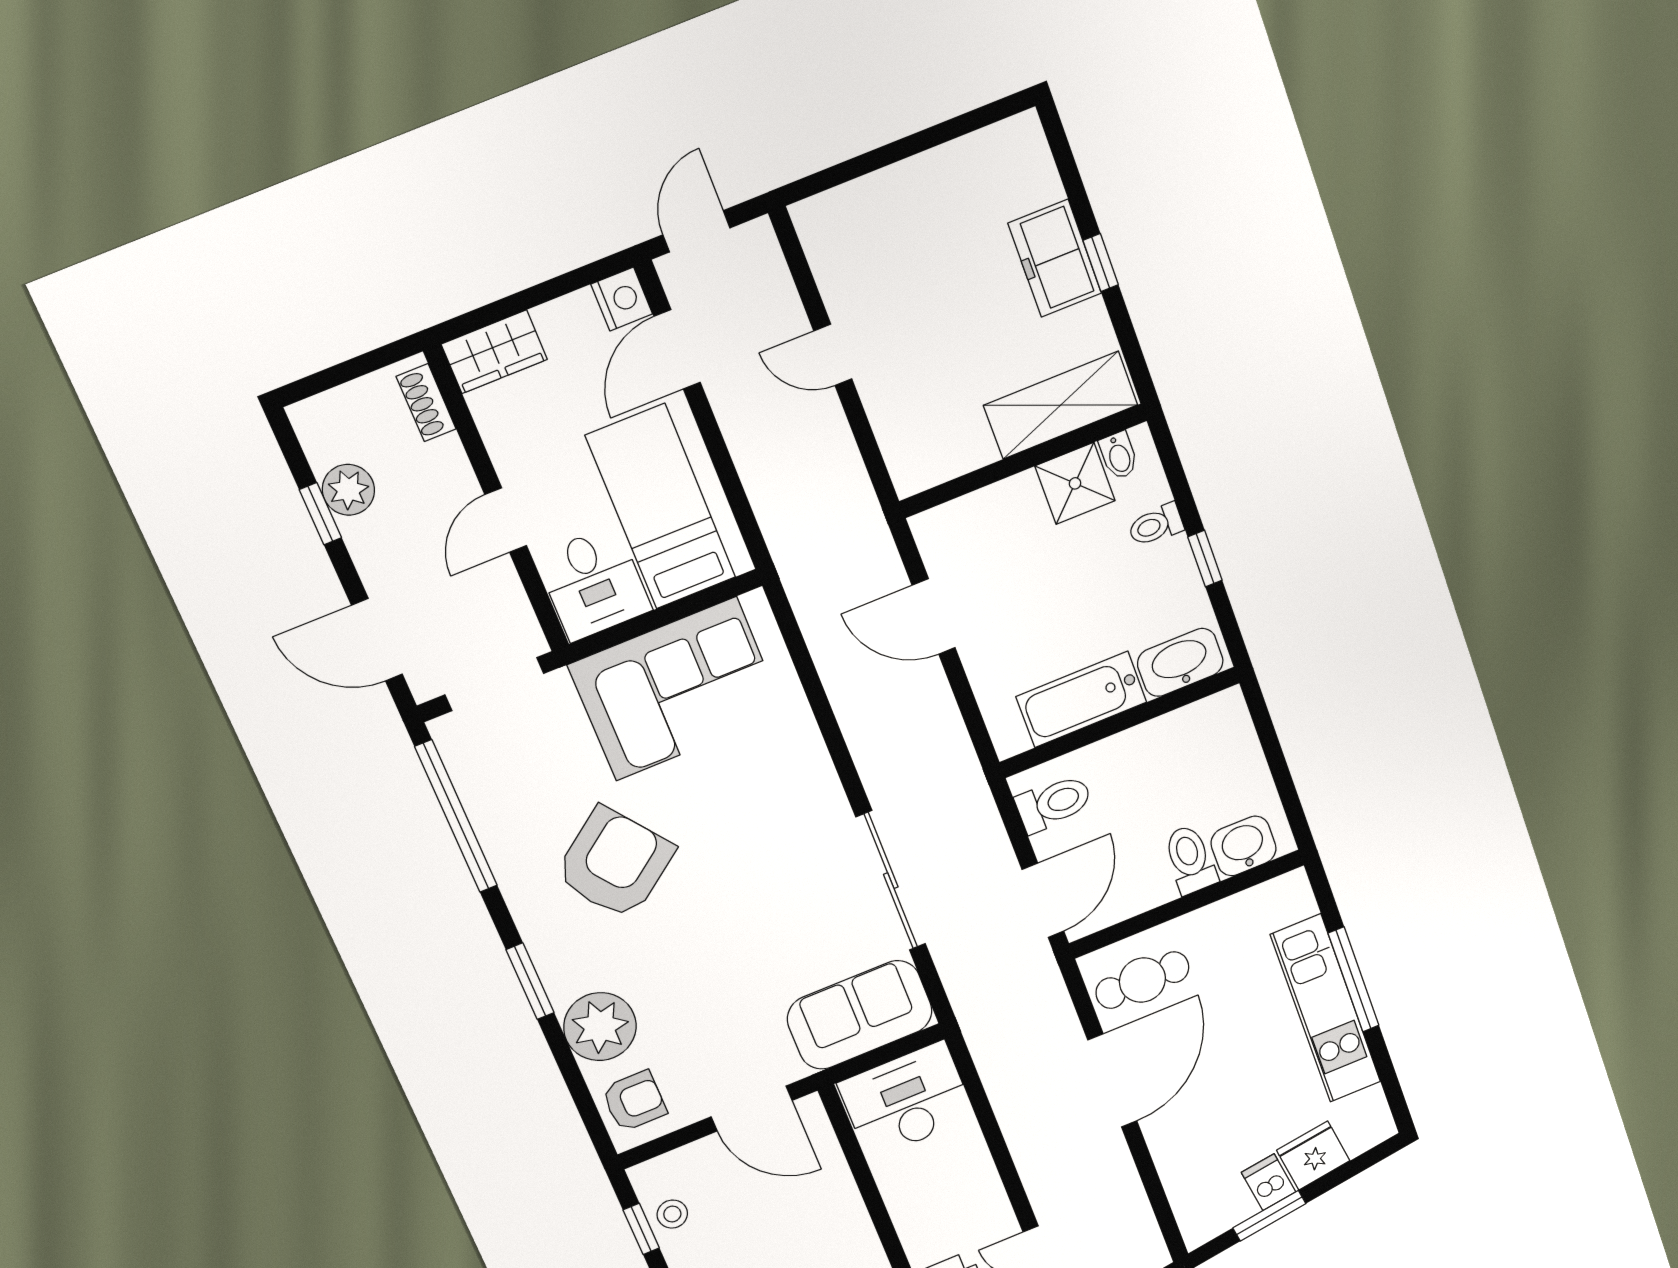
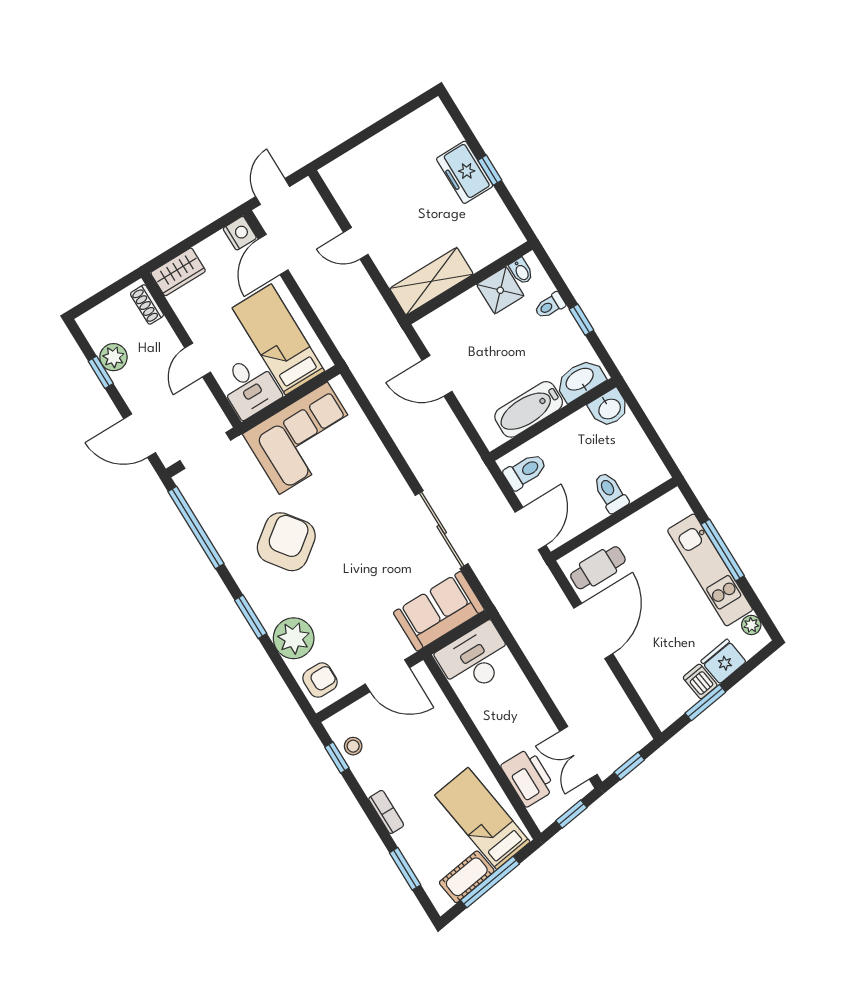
shelving: (1061, 405) -> (431, 281), moved
washbasin: (1244, 846) -> (609, 408), moved, turned 180
plant: (1371, 1104) -> (751, 625), added

